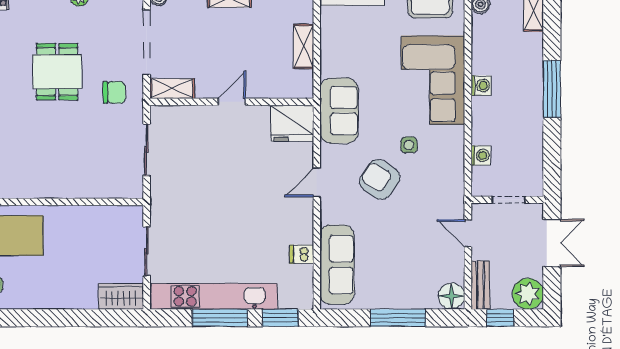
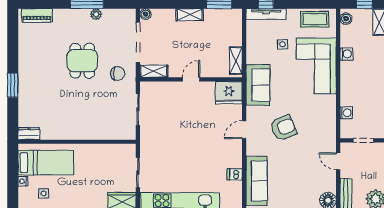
shelving: (304, 46) -> (236, 61), moved
washing machine: (481, 86) -> (346, 54), moved
side table: (409, 145) -> (283, 44), moved
armchair: (380, 179) -> (283, 128), turned 124

